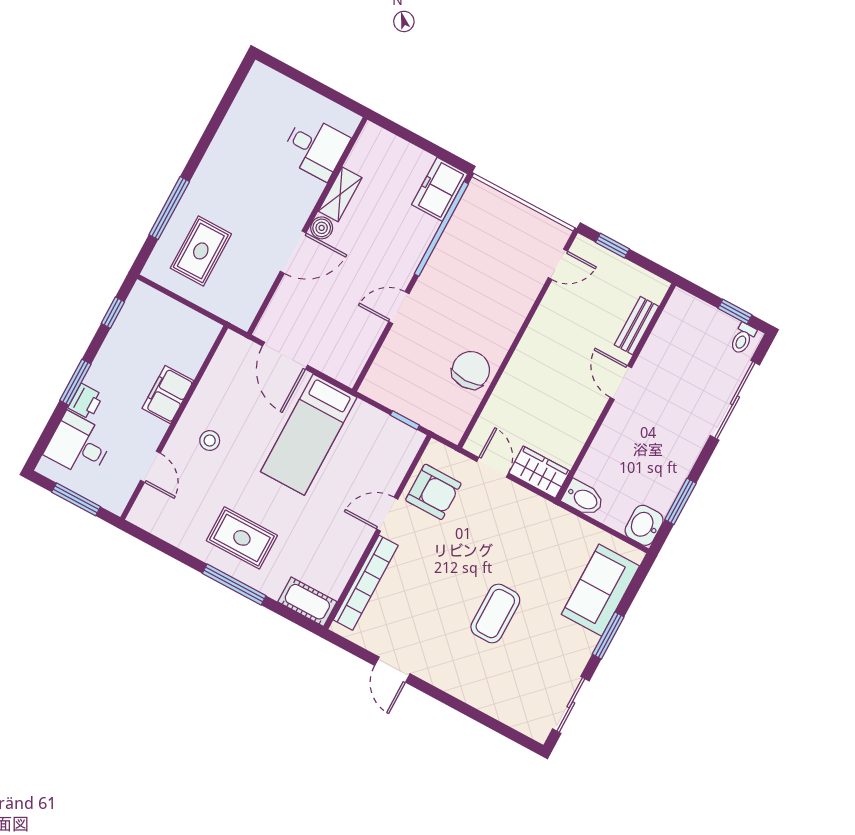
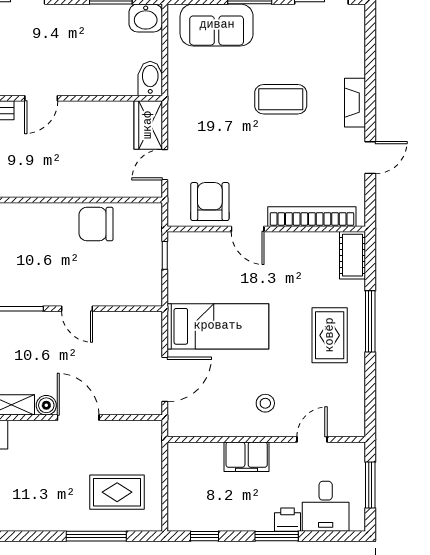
fireplace: (453, 683) -> (355, 103), added

